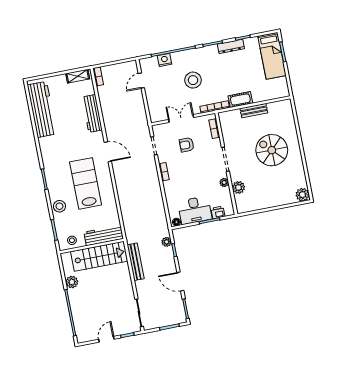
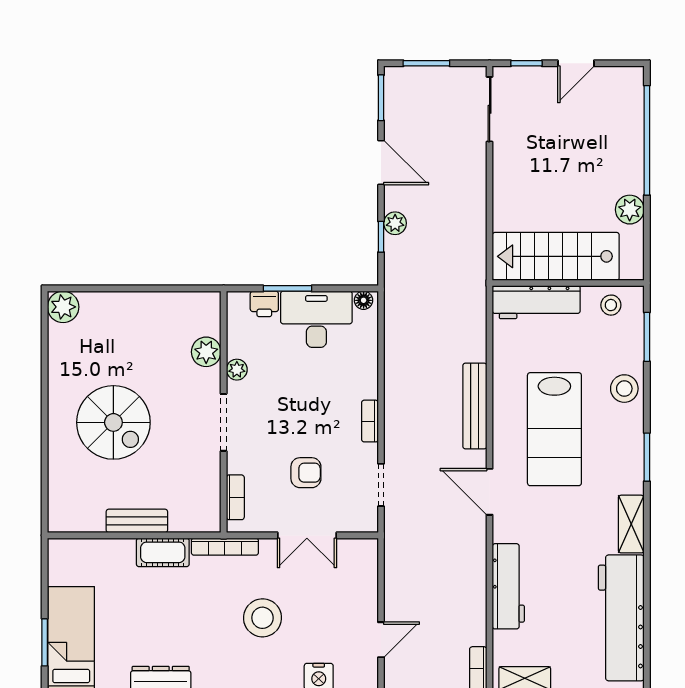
shelving: (45, 150) -> (631, 524), added
plant: (167, 242) -> (395, 223), moved
bench: (136, 262) -> (475, 406), moved

